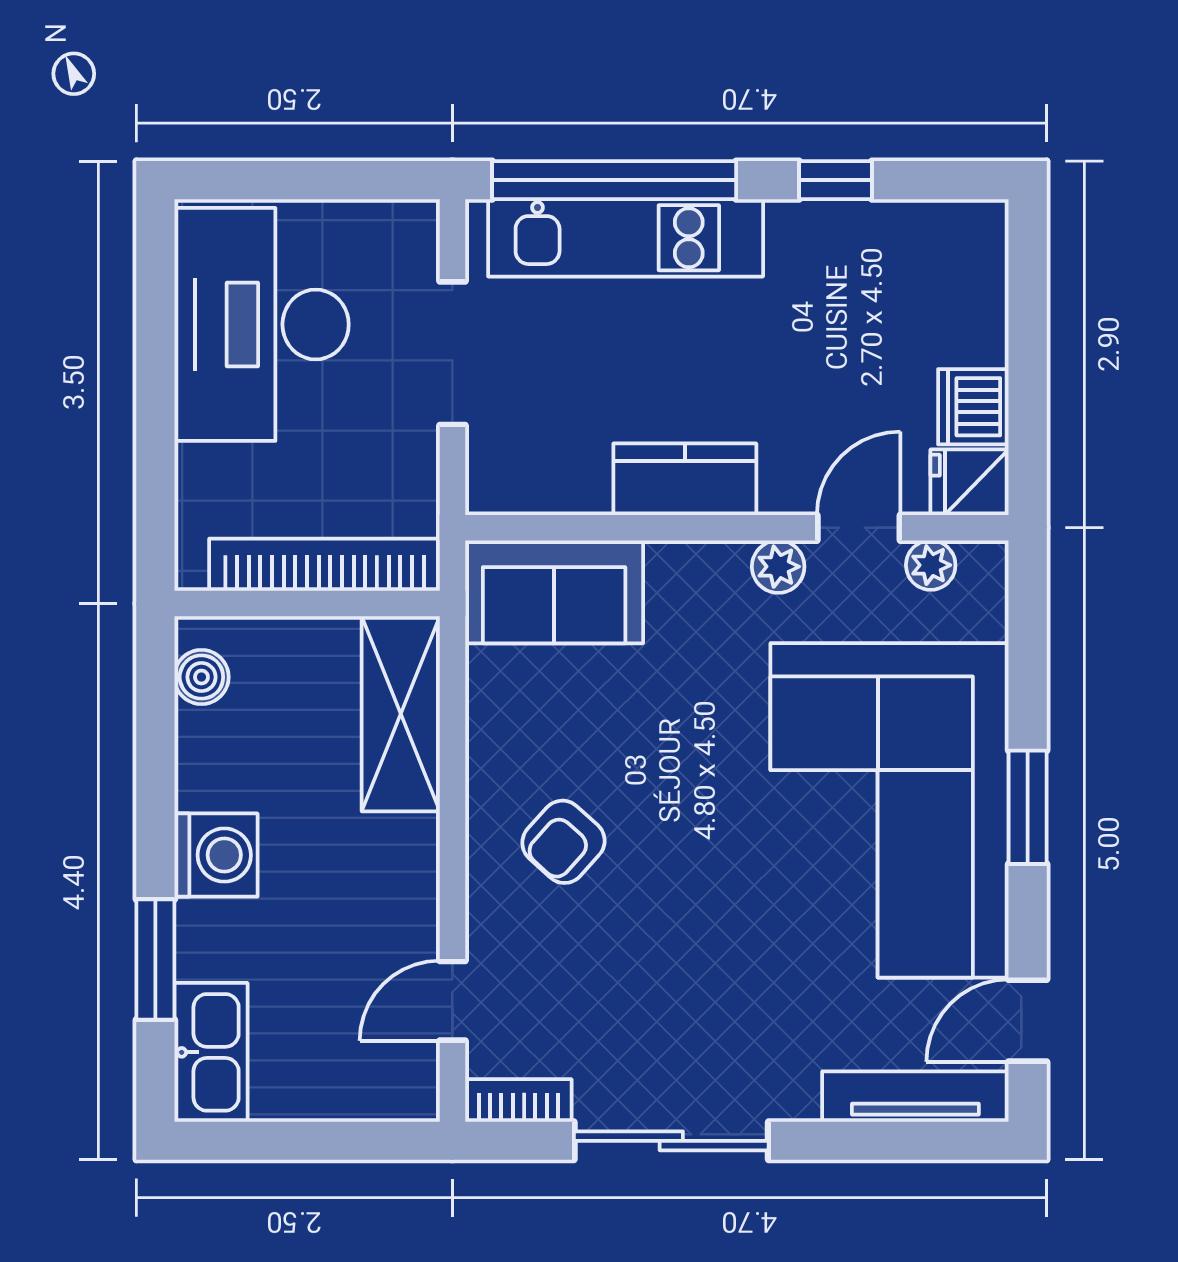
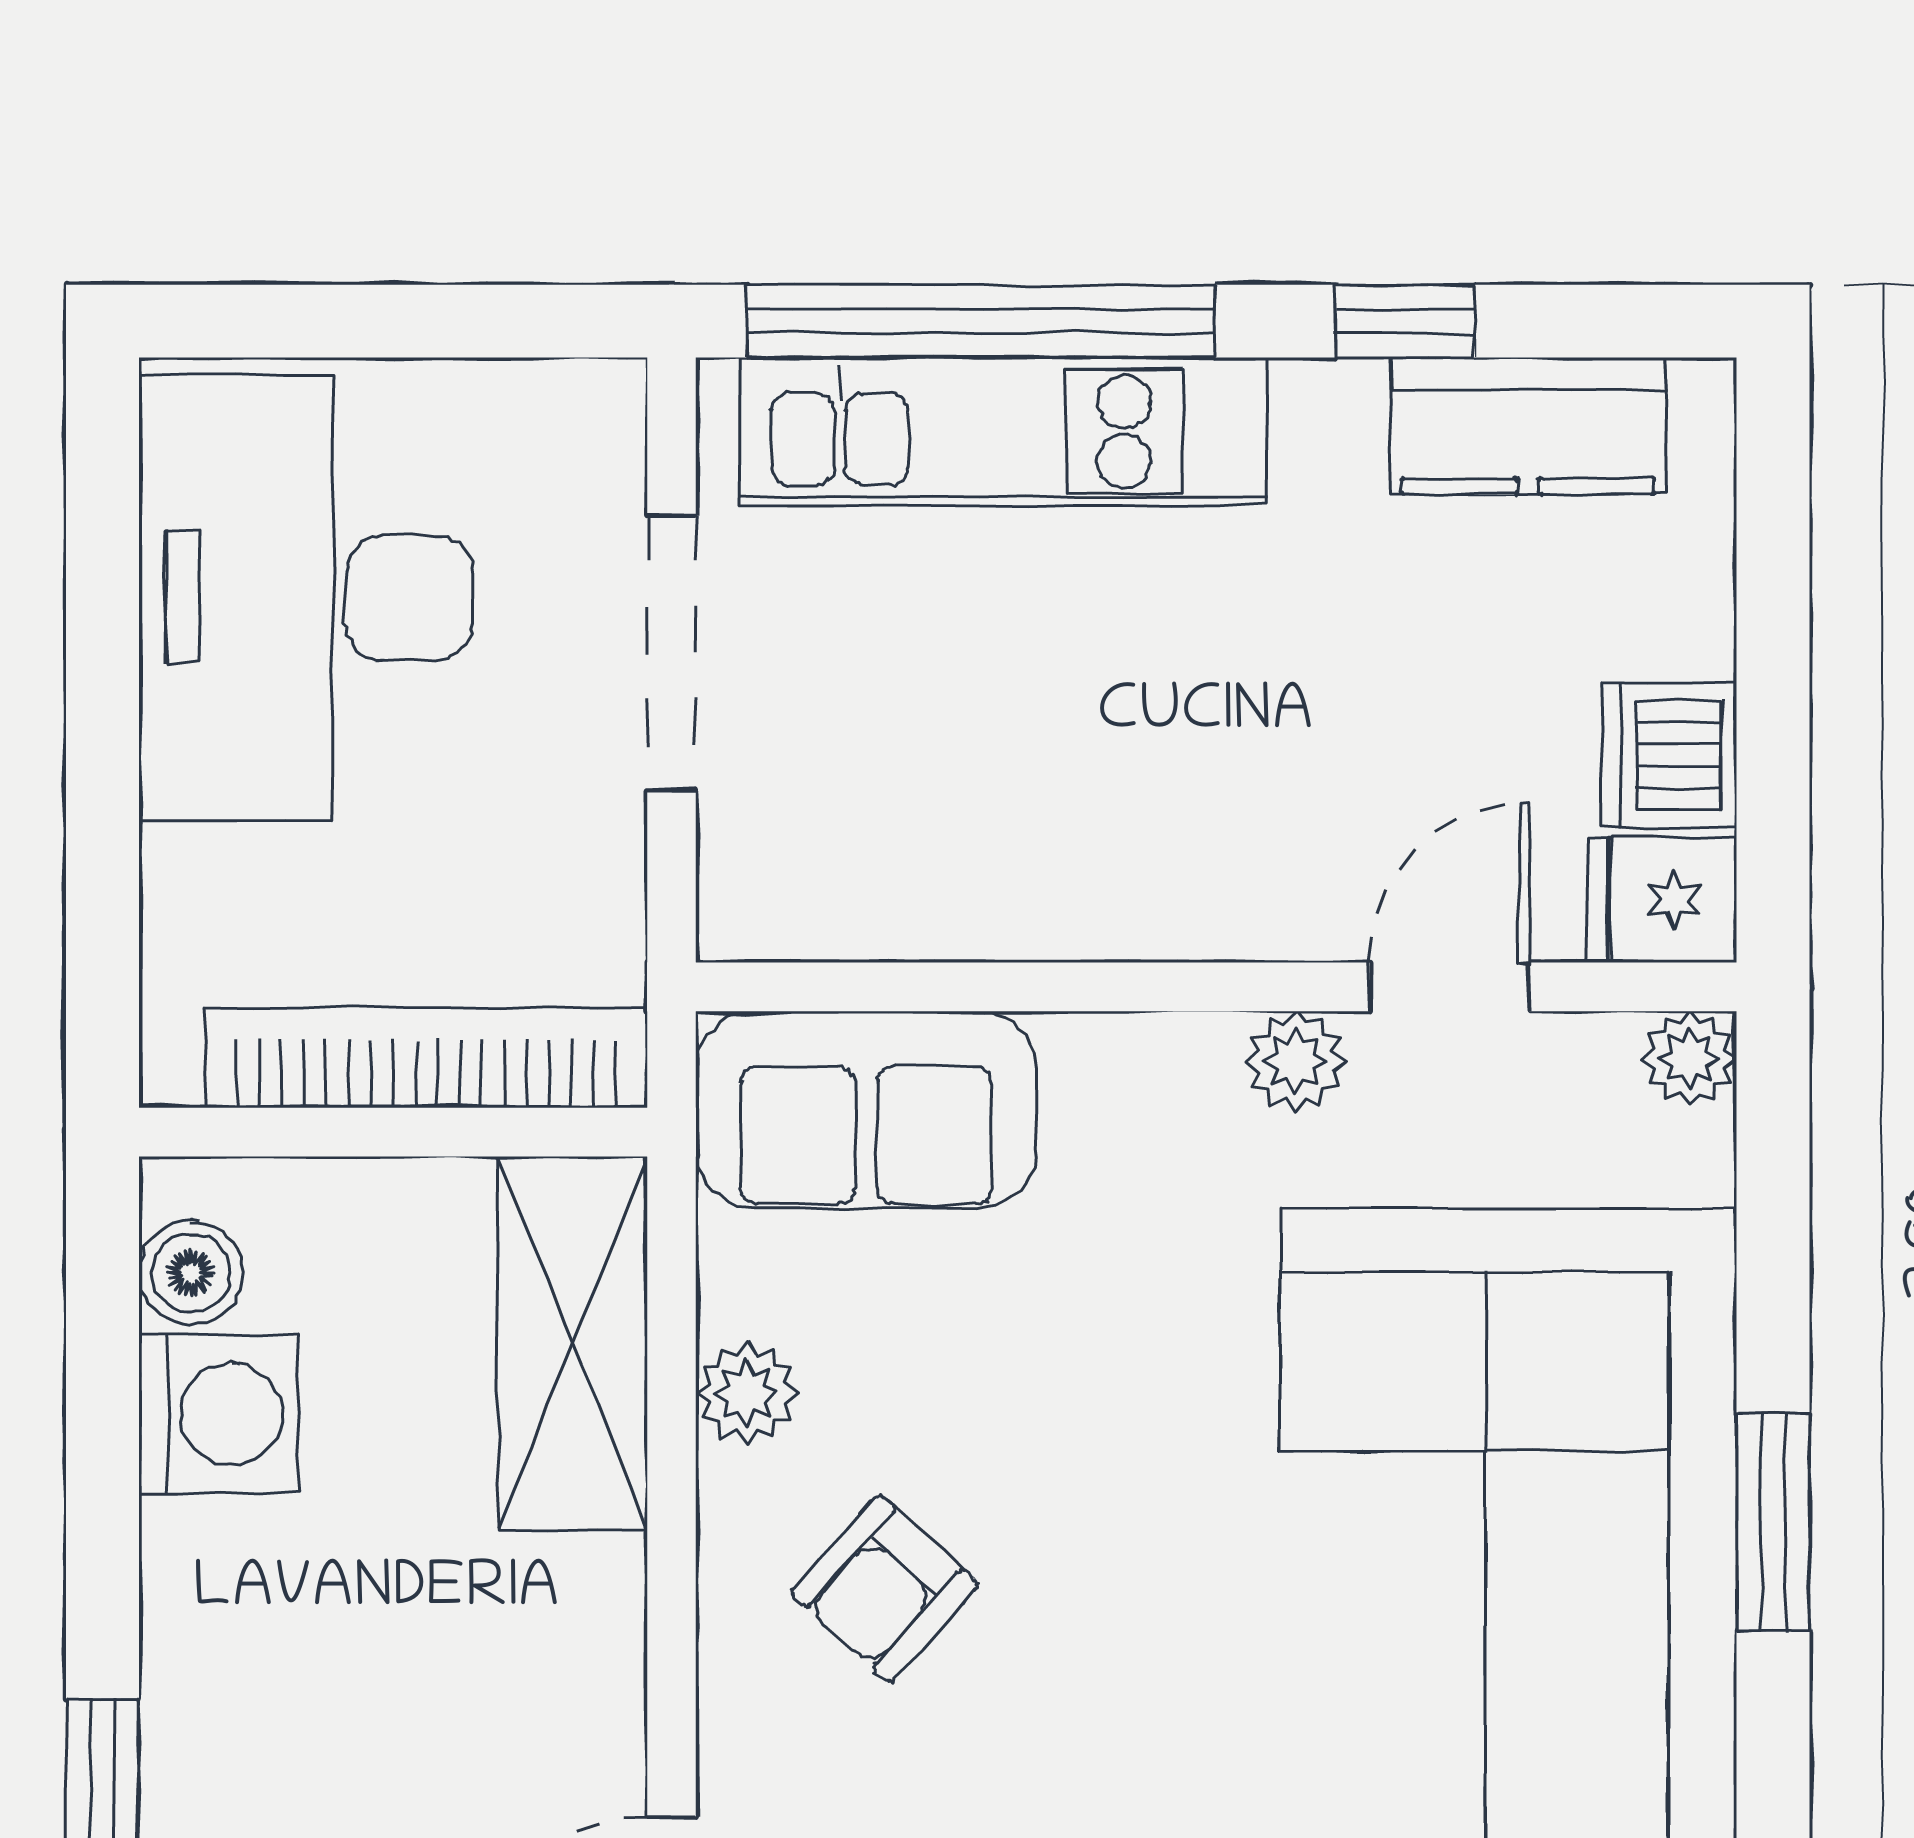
kitchen counter: (685, 479) -> (1528, 426), moved, turned 180
plant: (931, 565) -> (1689, 1058), moved
plant: (492, 740) -> (747, 1393), added
washing machine: (216, 855) -> (219, 1414), moved

